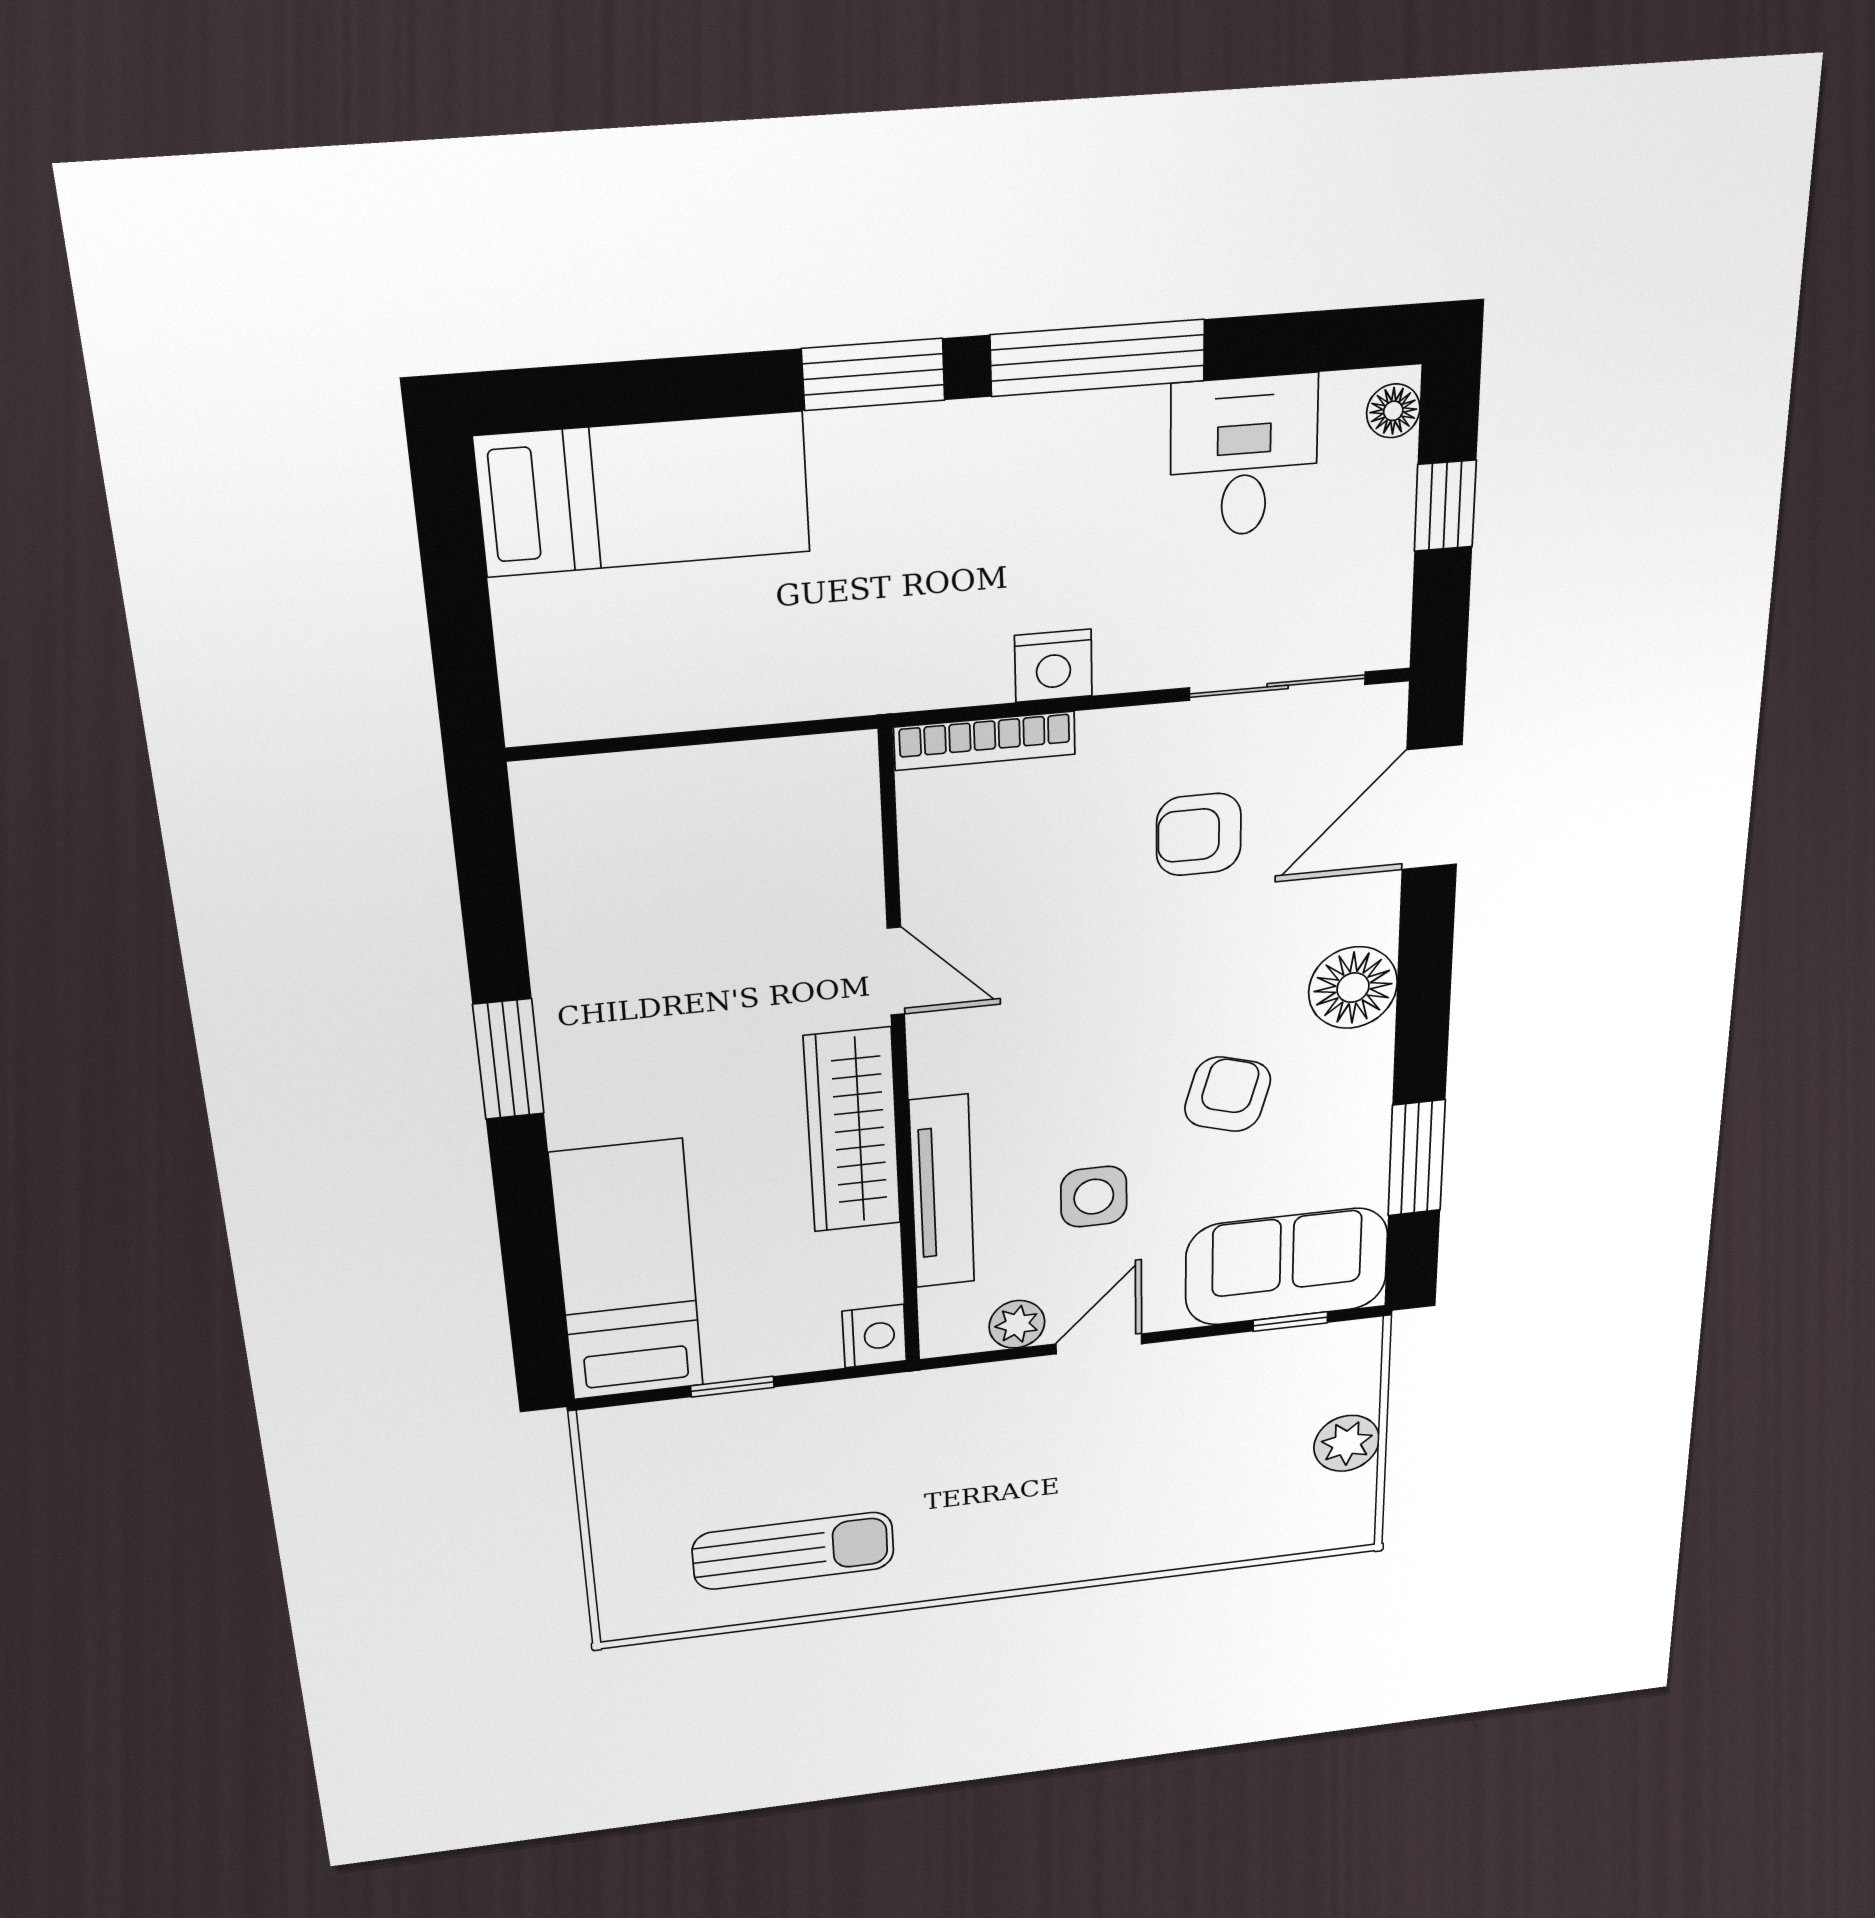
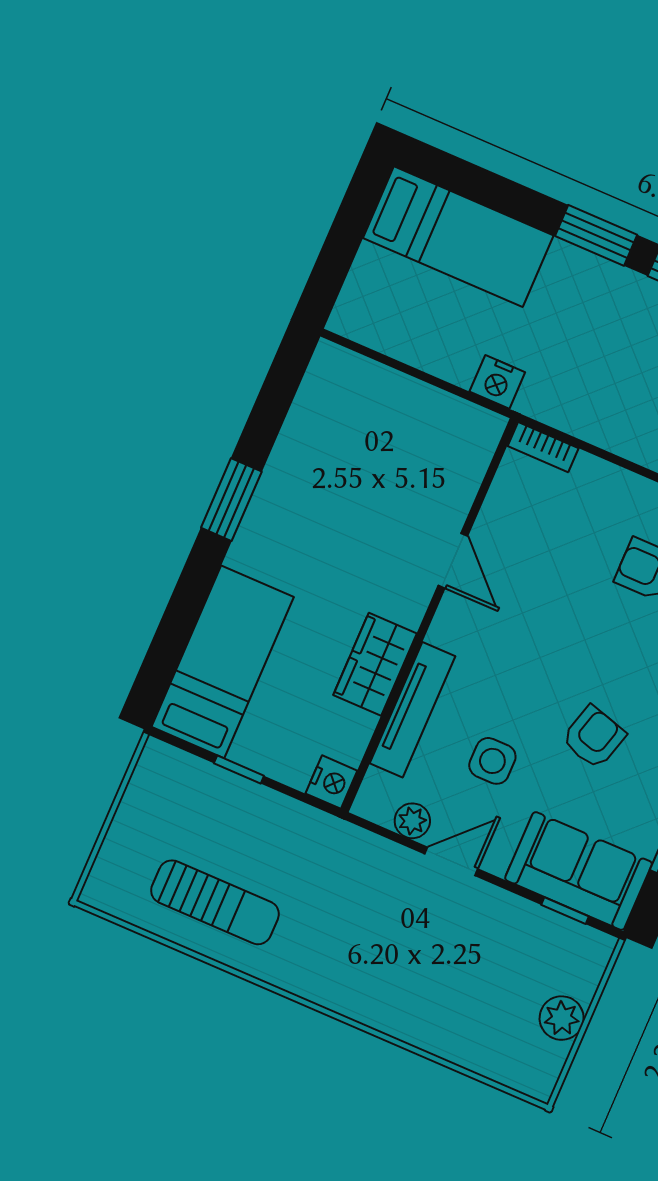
nightstand: (1053, 666) -> (497, 382), moved
bookcase: (985, 741) -> (543, 447), width x0.64
wardrobe: (852, 1131) -> (375, 664), width x0.67

